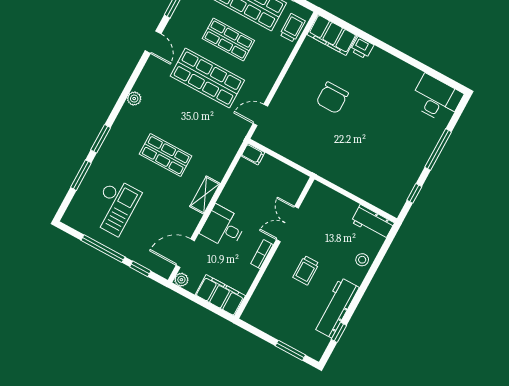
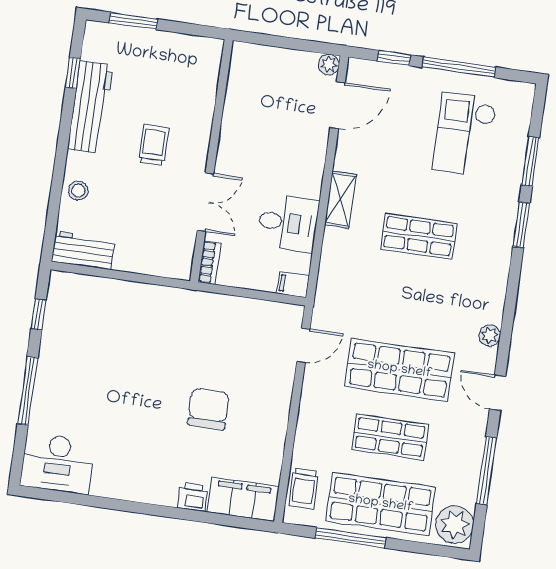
plant: (134, 99) -> (490, 335), moved
desk: (223, 227) -> (288, 223), moved
bookcase: (262, 254) -> (209, 263), moved
filing cabinet: (220, 295) -> (264, 63), removed

